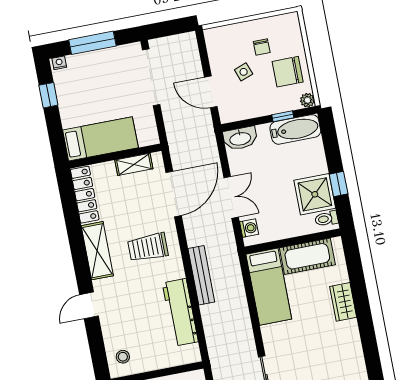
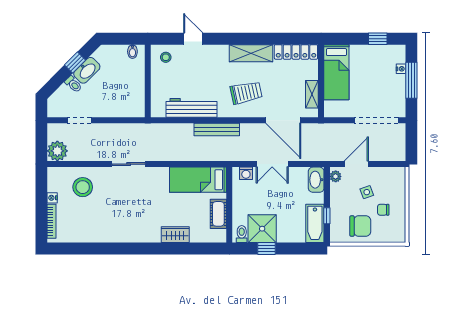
nightstand: (59, 63) -> (401, 69), moved
chair: (288, 72) -> (360, 226), turned 90
plant: (307, 100) -> (336, 176), moved
trolley: (148, 247) -> (246, 93), turned 78
cot: (307, 256) -> (218, 214), width x0.73, depth x0.75
door: (89, 305) -> (193, 39), moved

